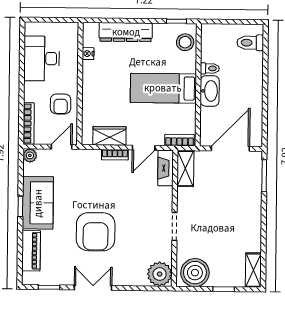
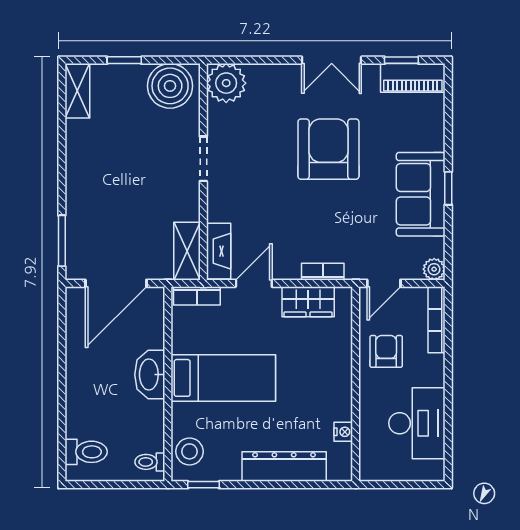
toilet: (210, 68) -> (150, 462), moved
bookcase: (115, 155) -> (323, 272), moved
piano: (31, 251) -> (413, 78), moved, turned -90

